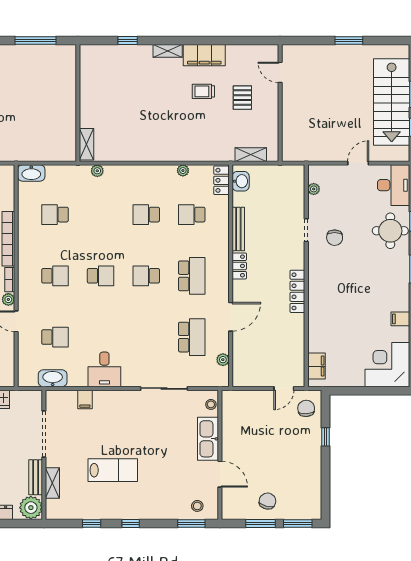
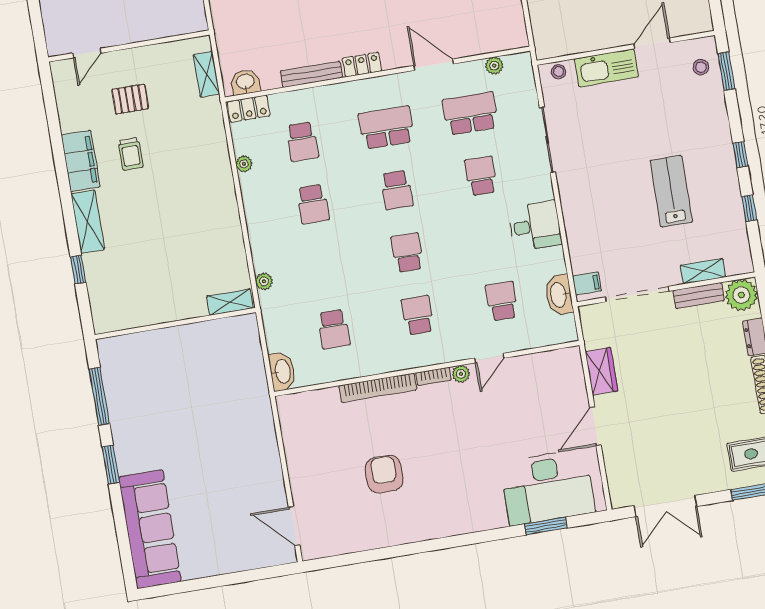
shelving: (168, 51) -> (88, 222), width x1.50, depth x1.33
school desk: (146, 337) -> (481, 176), added
filing cabinet: (85, 399) -> (587, 284), moved

